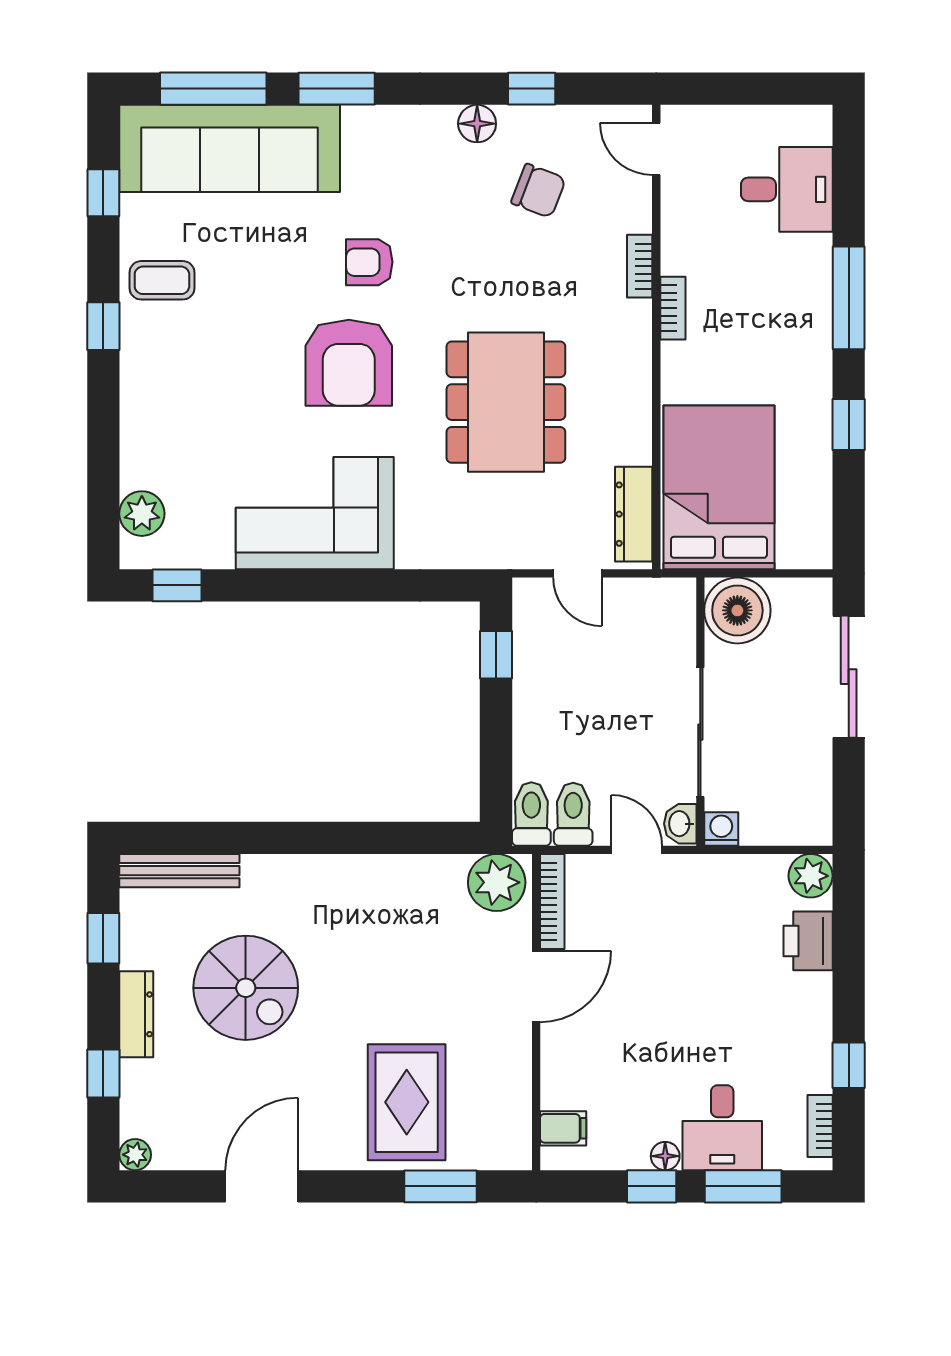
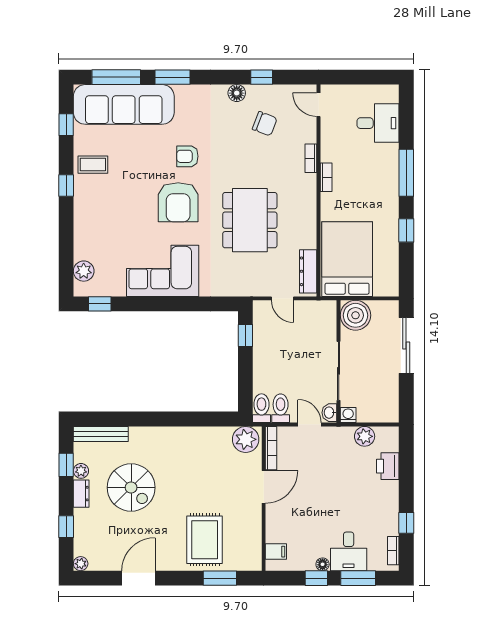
plant: (811, 876) -> (365, 436), moved
plant: (136, 951) -> (81, 471), added
dresser: (136, 1014) -> (81, 494), width x0.70

